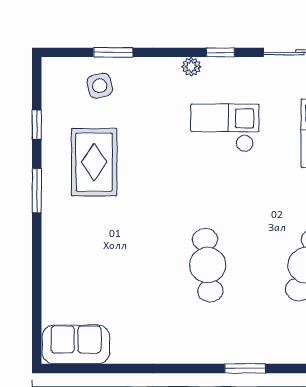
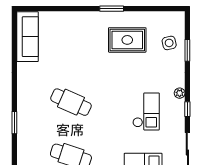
window: (37, 124) -> (148, 9), removed
cafe table: (208, 265) -> (71, 102), turned 30
sofa: (76, 344) -> (28, 37), width x1.36

